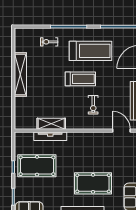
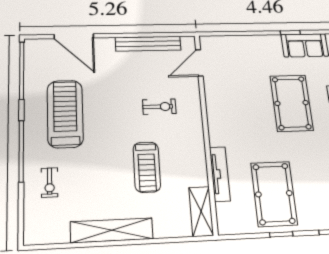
treadmill: (80, 79) -> (147, 167), moved, turned 180
shelving: (51, 124) -> (201, 211), moved

